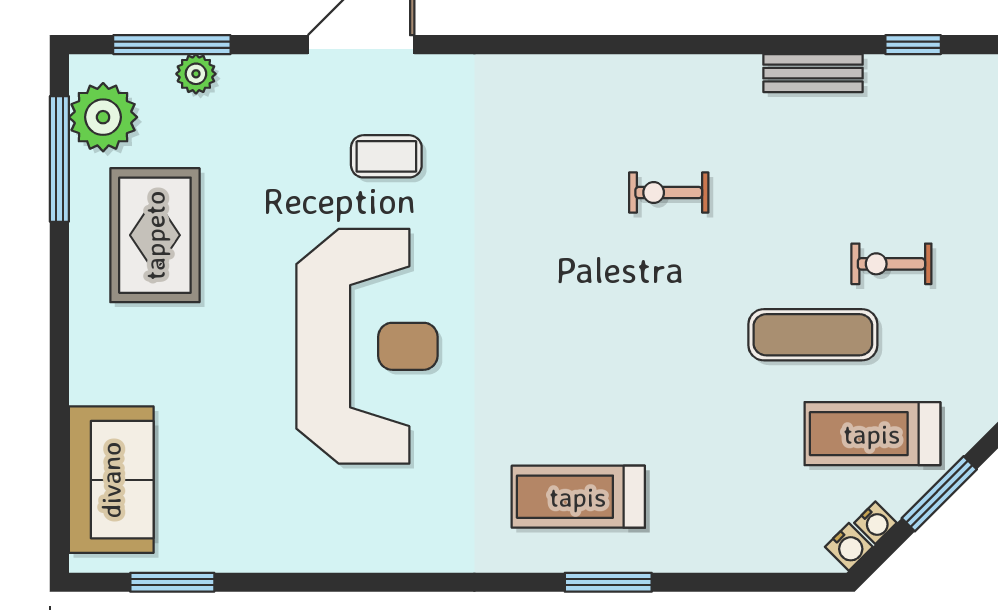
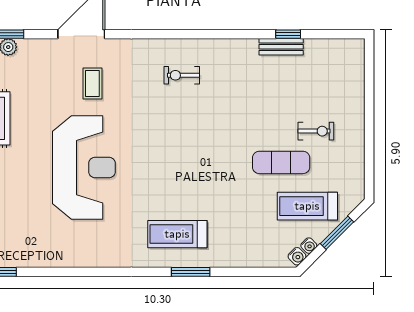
window: (913, 45) -> (288, 34), moved
coffee table: (386, 156) -> (92, 84), turned 90
exercise bike: (669, 193) -> (182, 75), moved
exercise bike: (891, 264) -> (316, 131), turned 180

